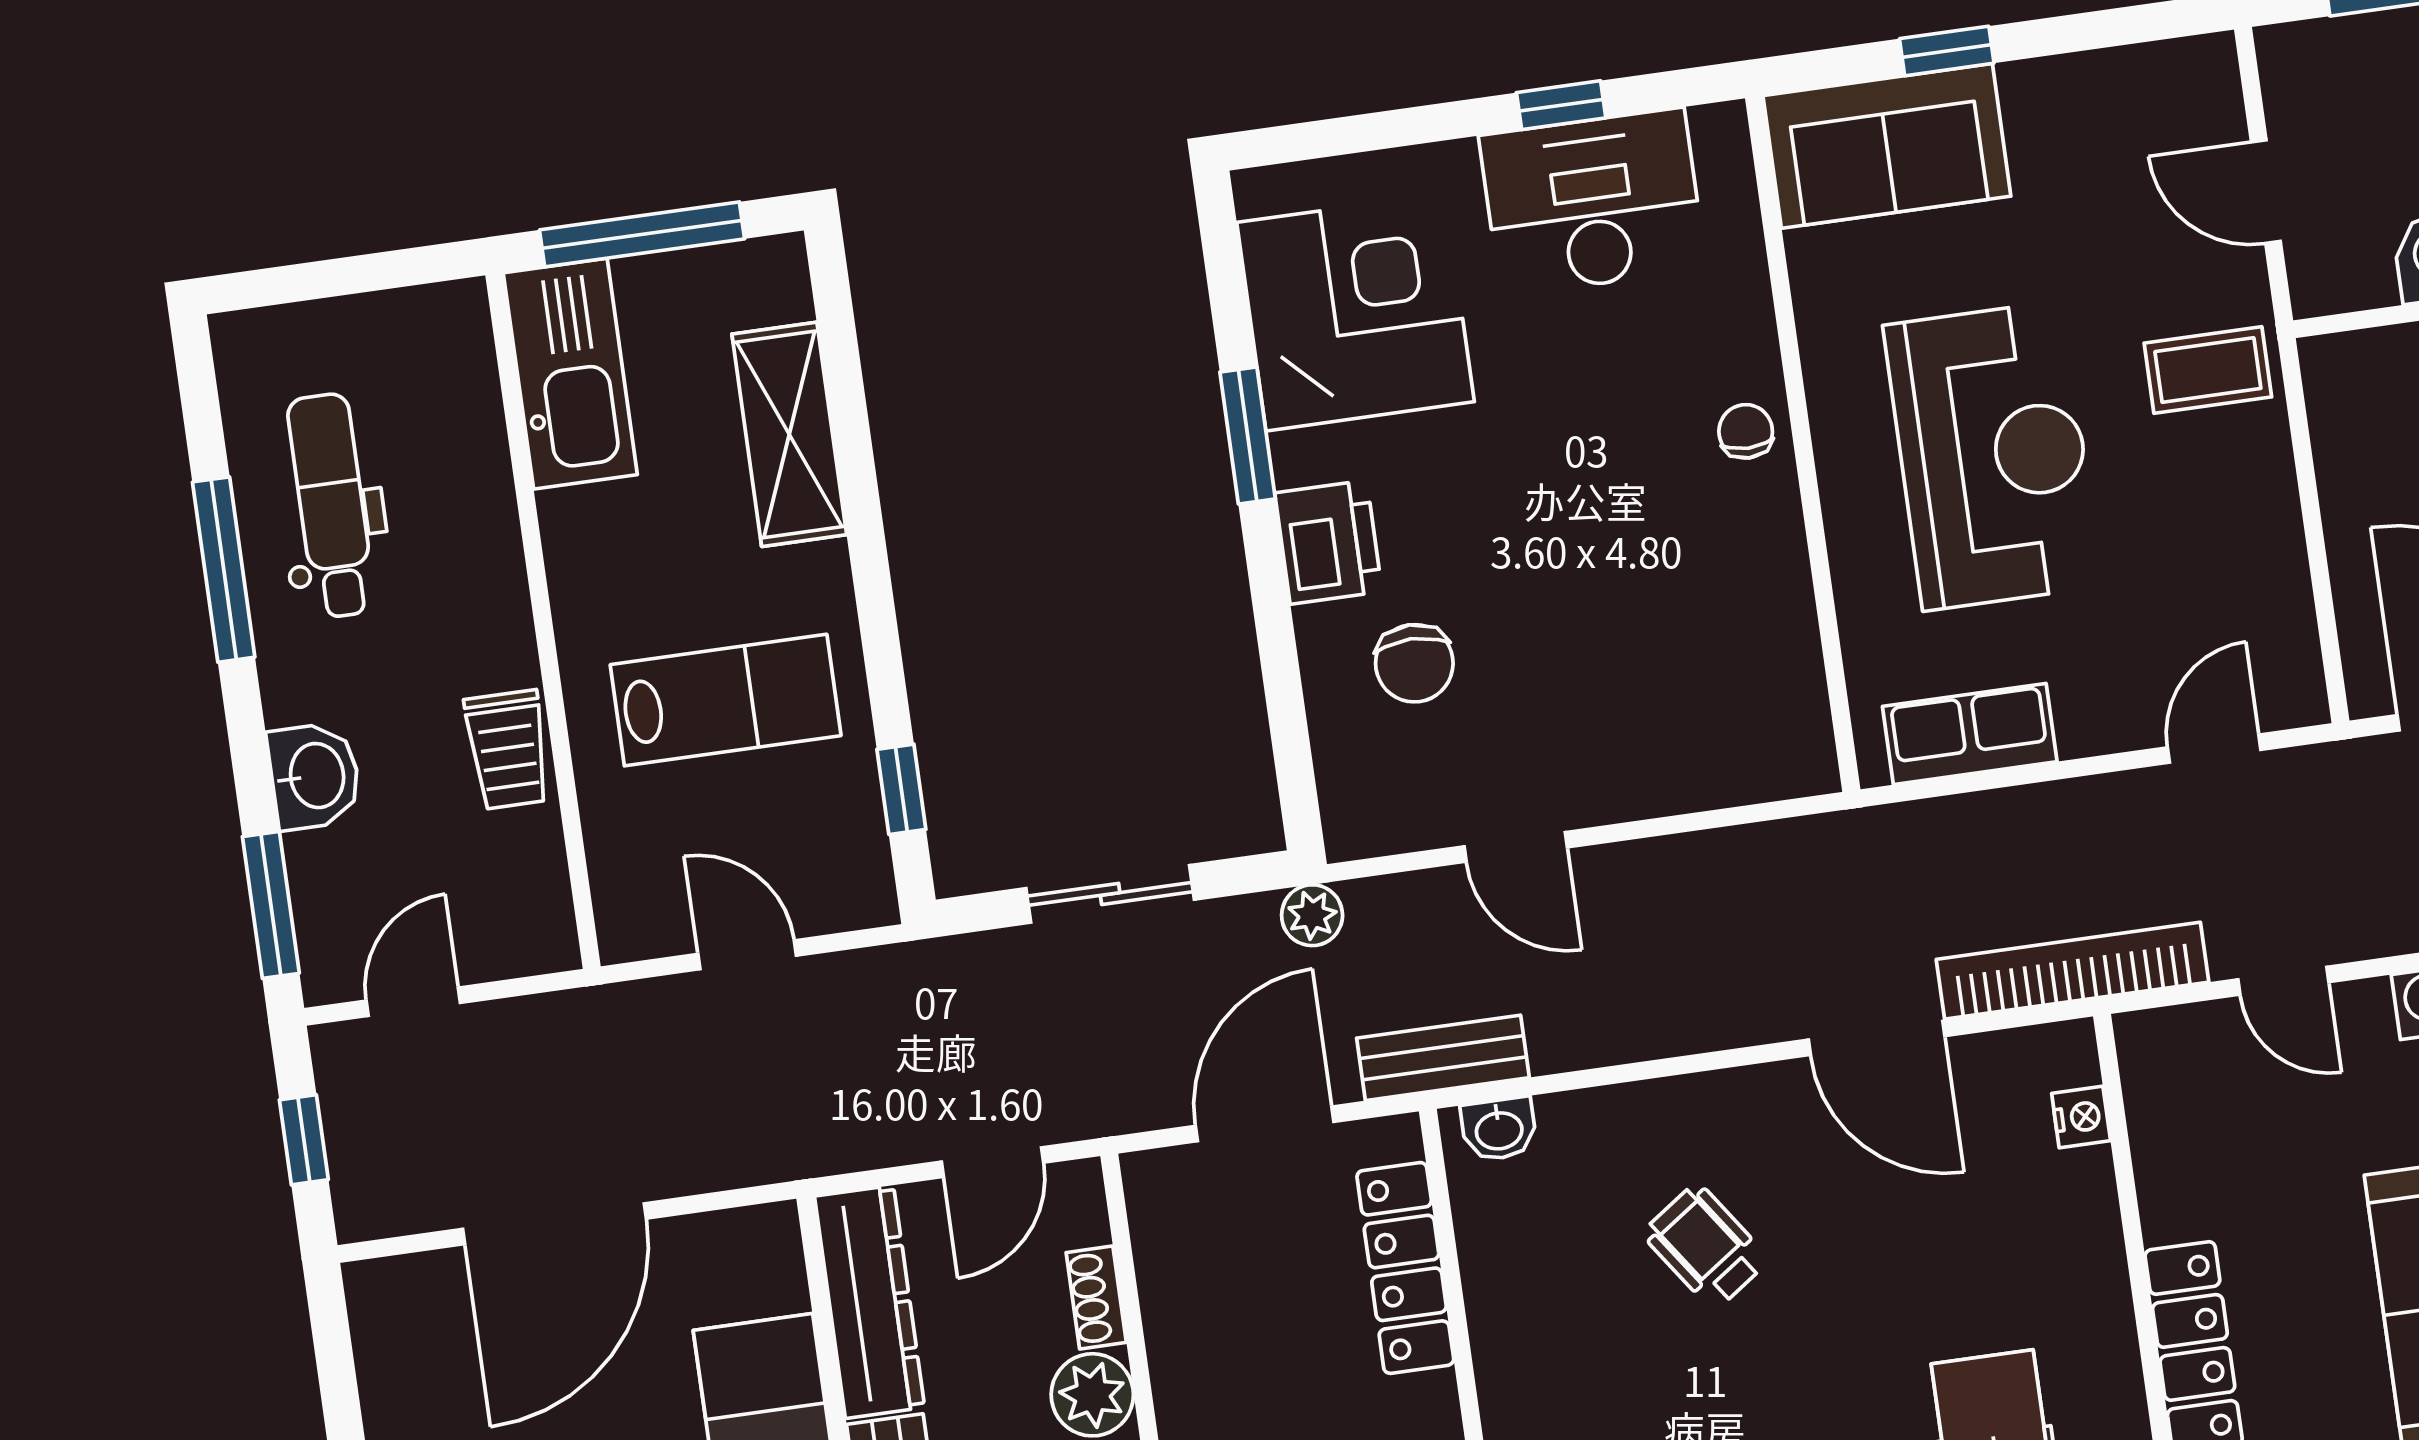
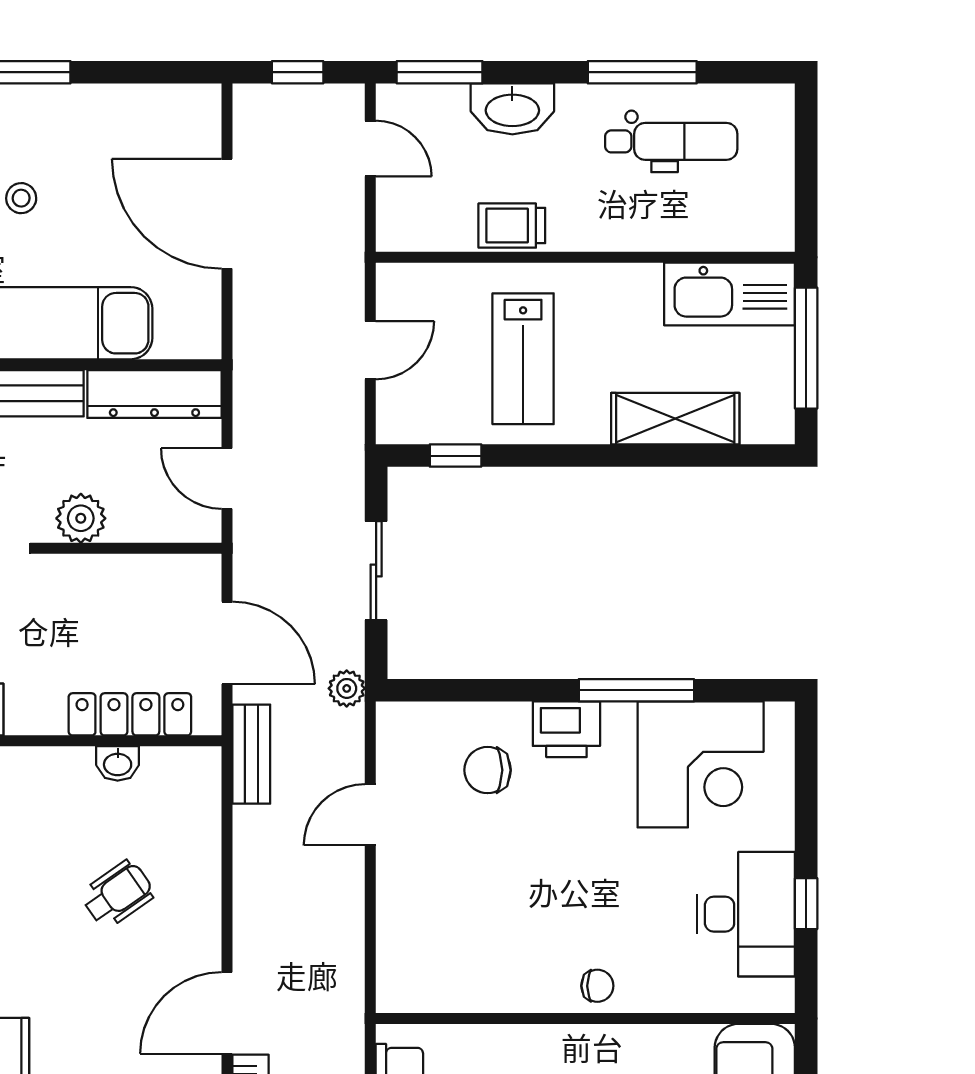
window: (1248, 435) -> (636, 690), width x1.44
washbasin: (315, 776) -> (512, 109), width x1.38
washbasin: (1499, 1129) -> (118, 763), moved, turned -90
shoe rack: (1096, 1298) -> (138, 529), removed

